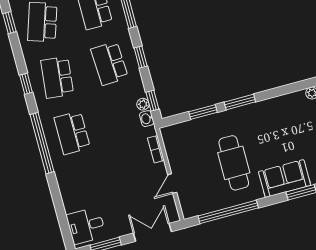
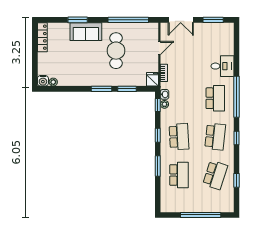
fridge: (170, 136) -> (152, 79), added
desk: (86, 226) -> (222, 66), moved

